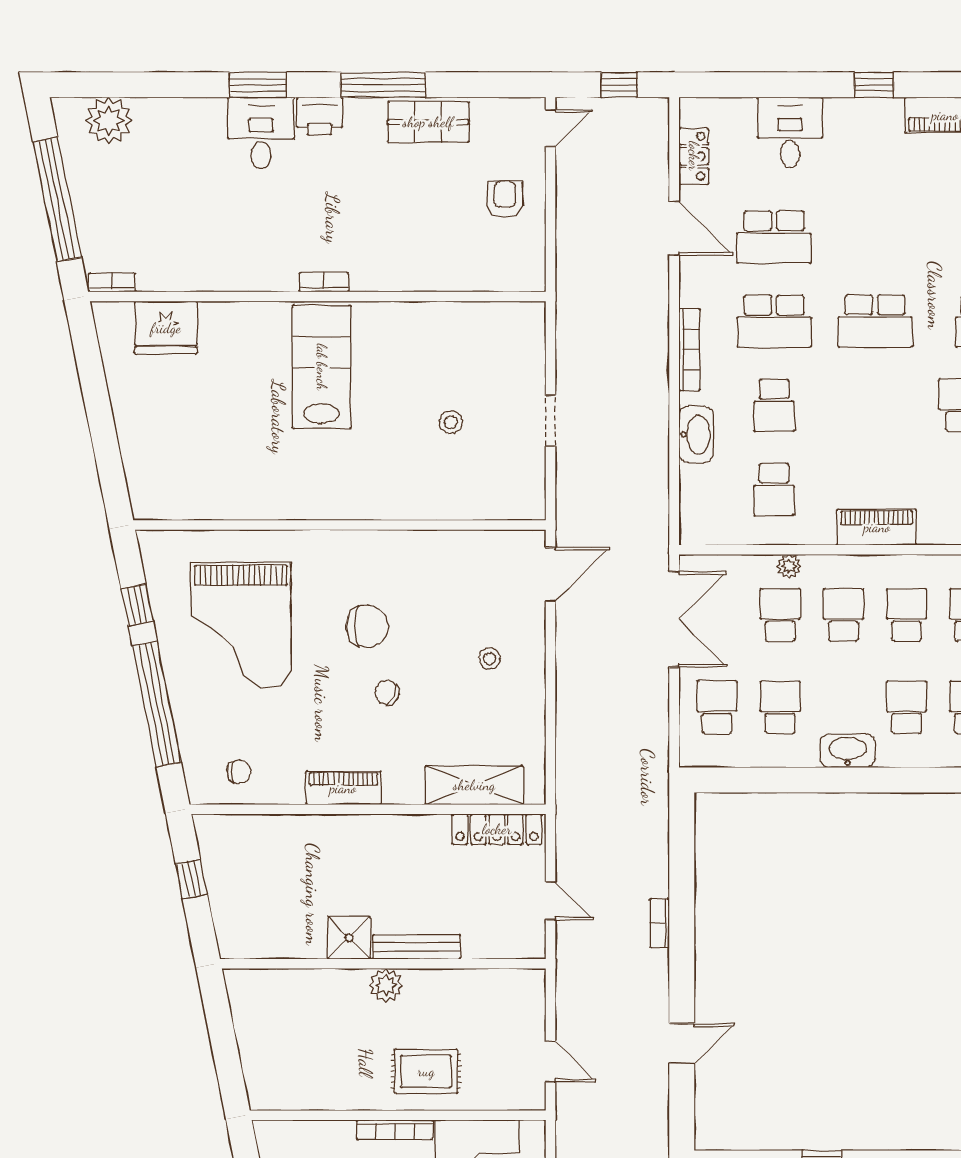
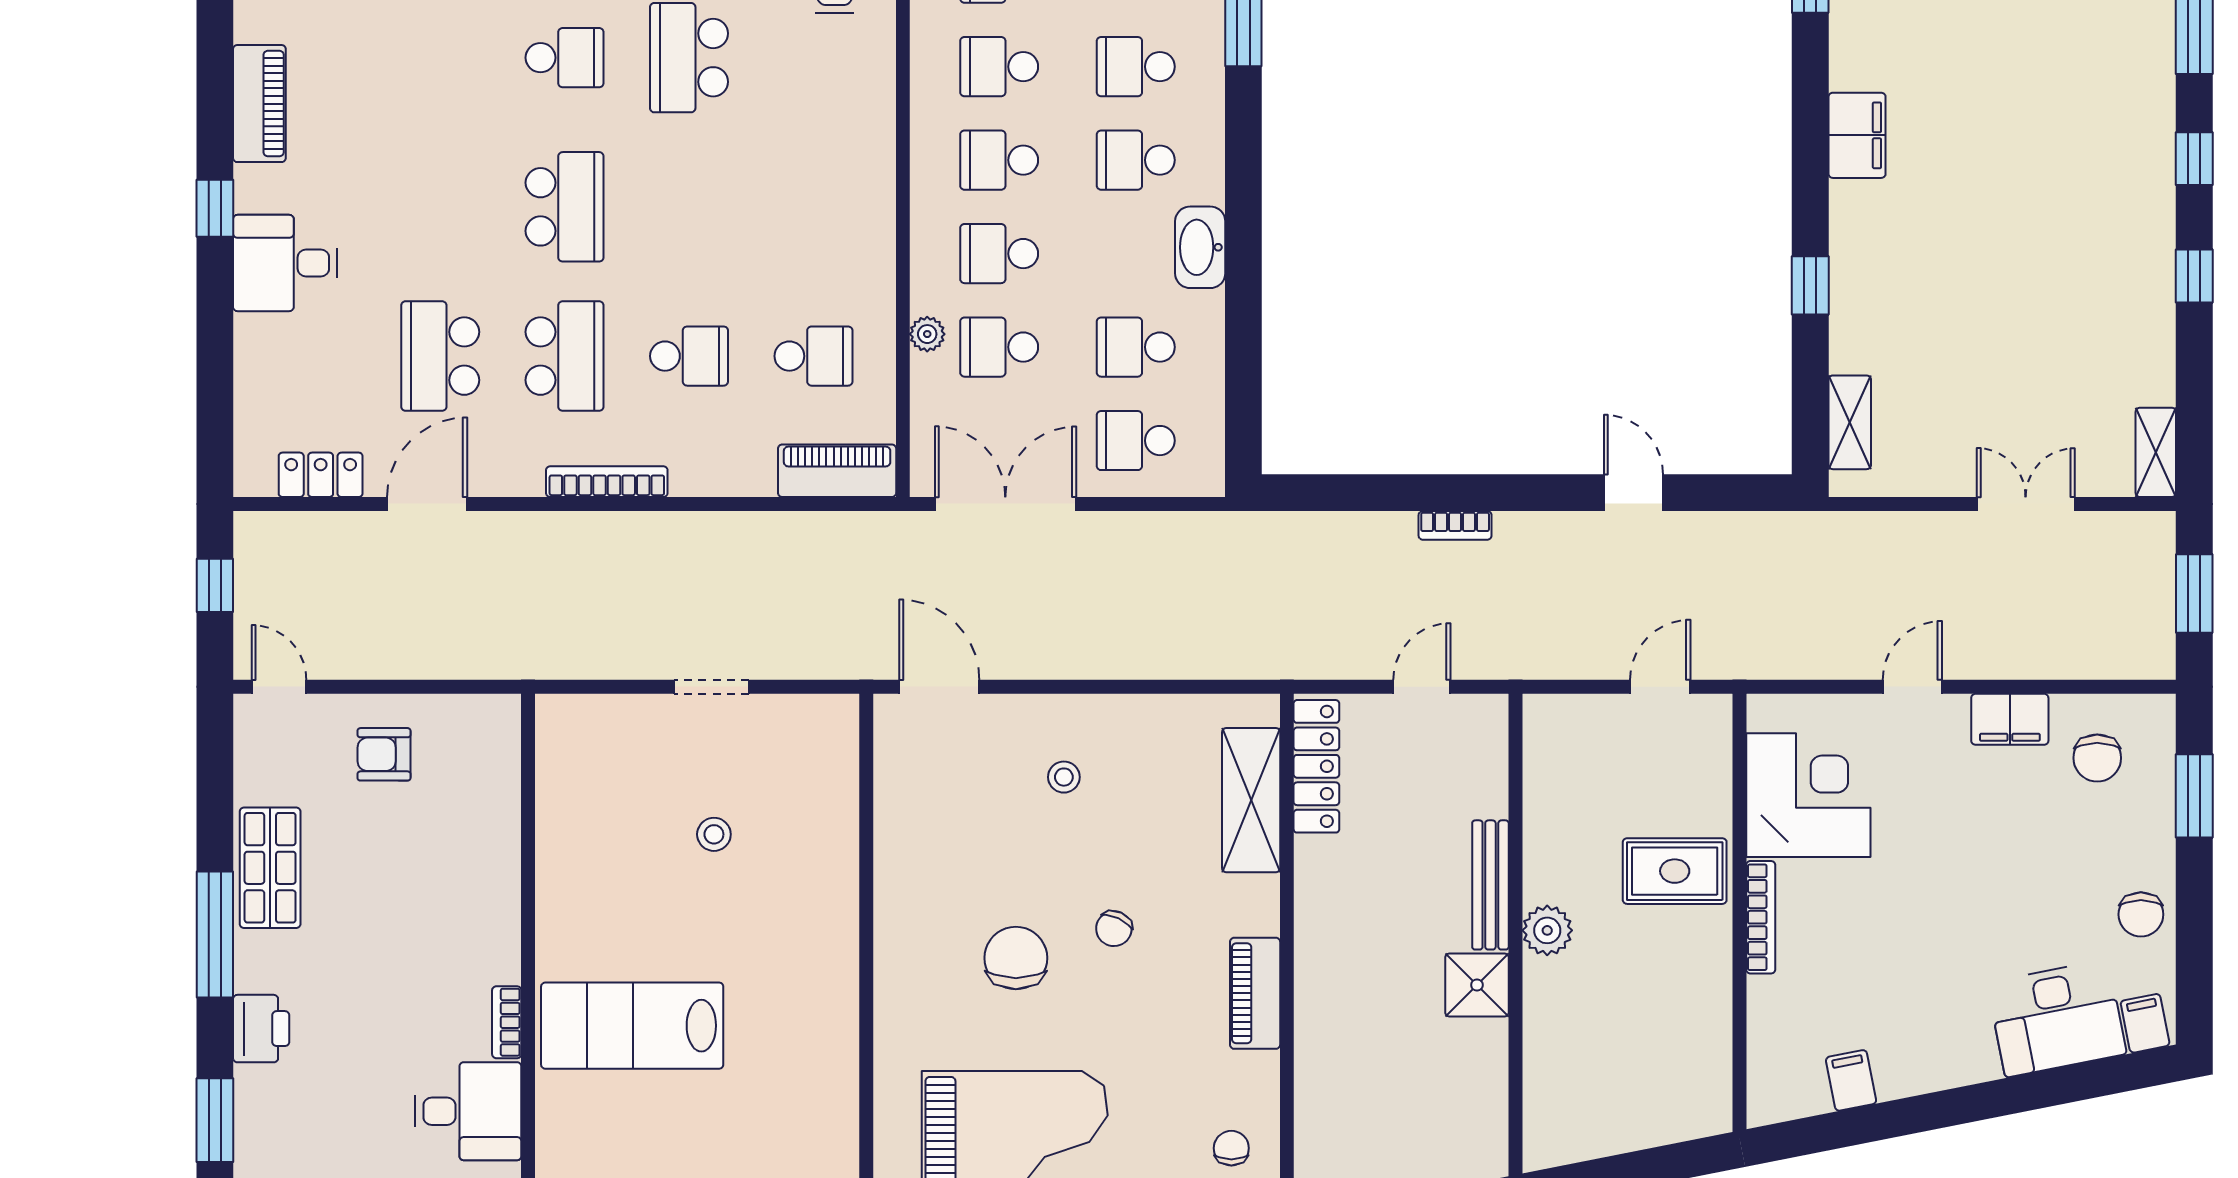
desk: (790, 132) -> (285, 263), moved
desk: (261, 133) -> (468, 1111), moved, turned 180
school desk: (774, 237) -> (440, 356), turned 180
washbasin: (696, 435) -> (732, 471), removed
piano: (877, 527) -> (837, 471), moved, turned 90
rug: (426, 1071) -> (1675, 871), turned 90

